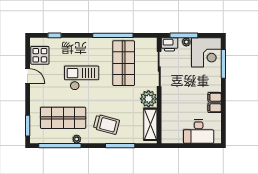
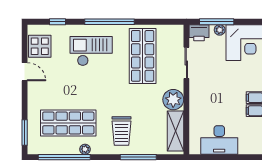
window: (113, 35) -> (110, 22), moved
sliding door: (159, 69) -> (186, 63), width x0.73
checkout: (82, 78) -> (91, 51), moved
trolley: (106, 124) -> (122, 131), turned 75
desk: (199, 132) -> (219, 140), moved

